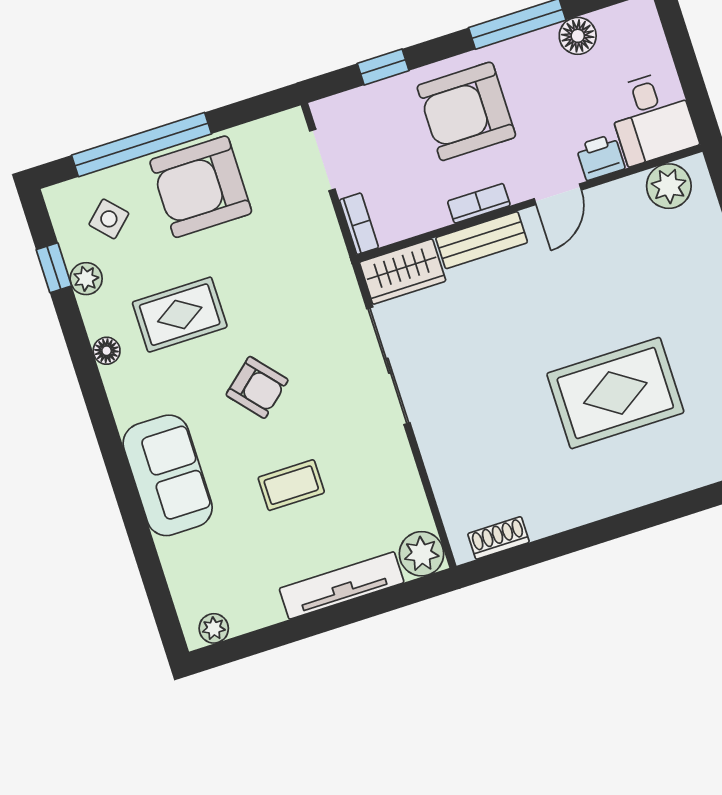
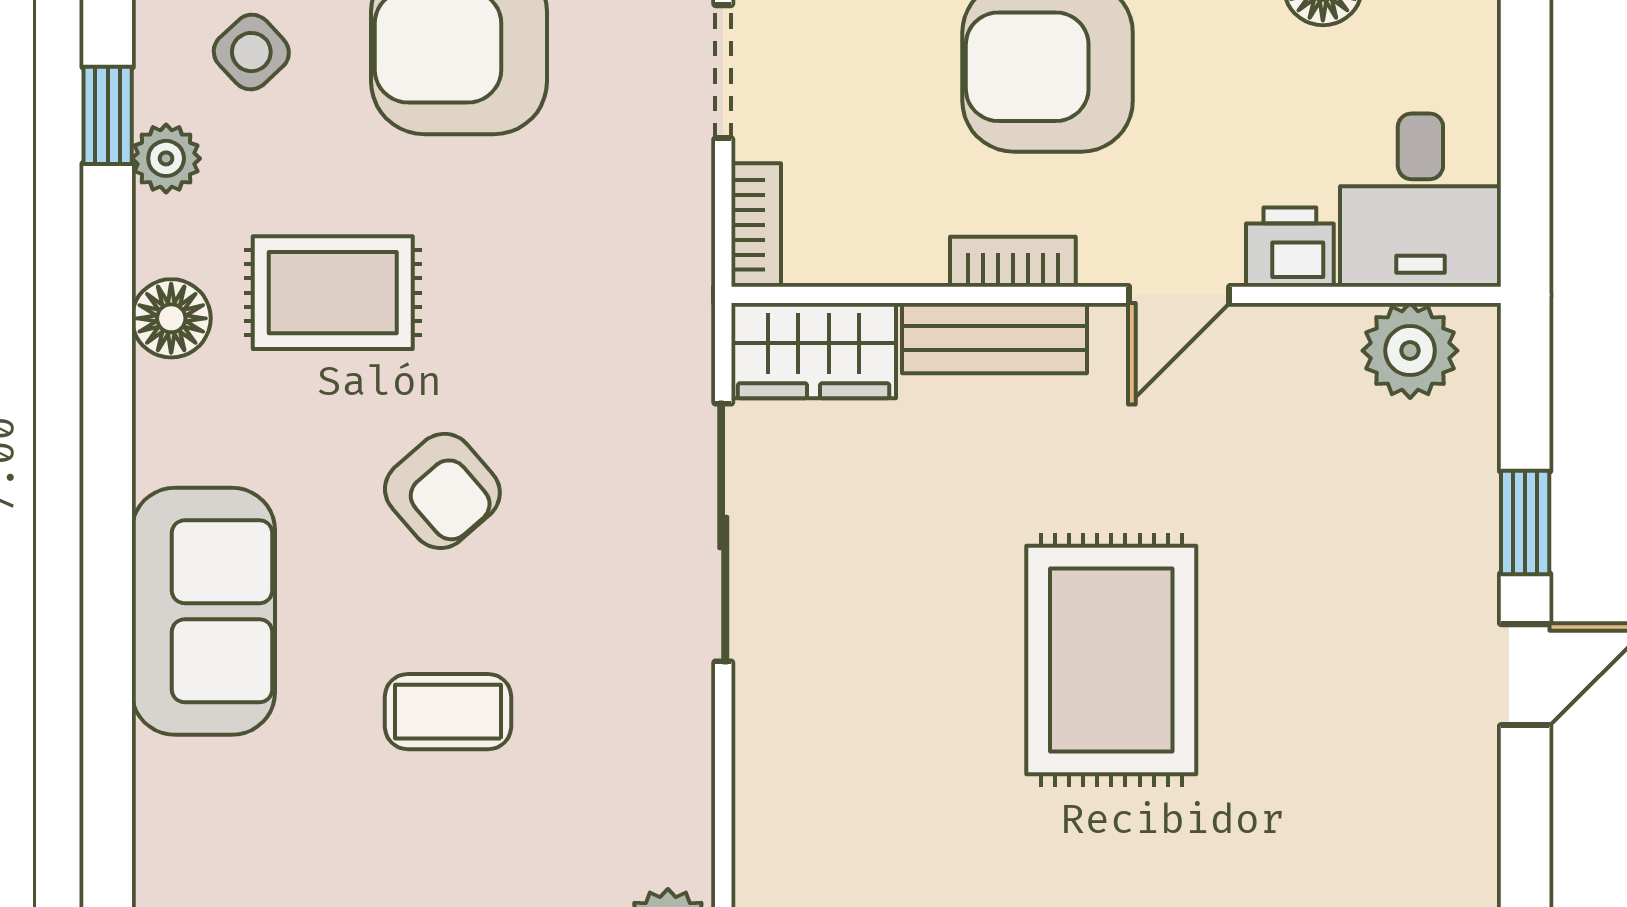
floor lamp: (107, 351) -> (171, 318), width x1.37, depth x1.37
rug: (615, 393) -> (1111, 660), moved, turned 90

